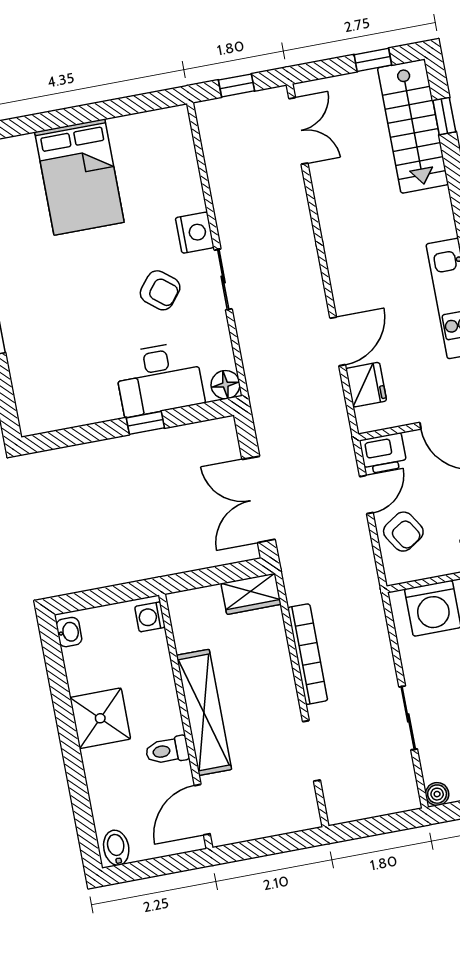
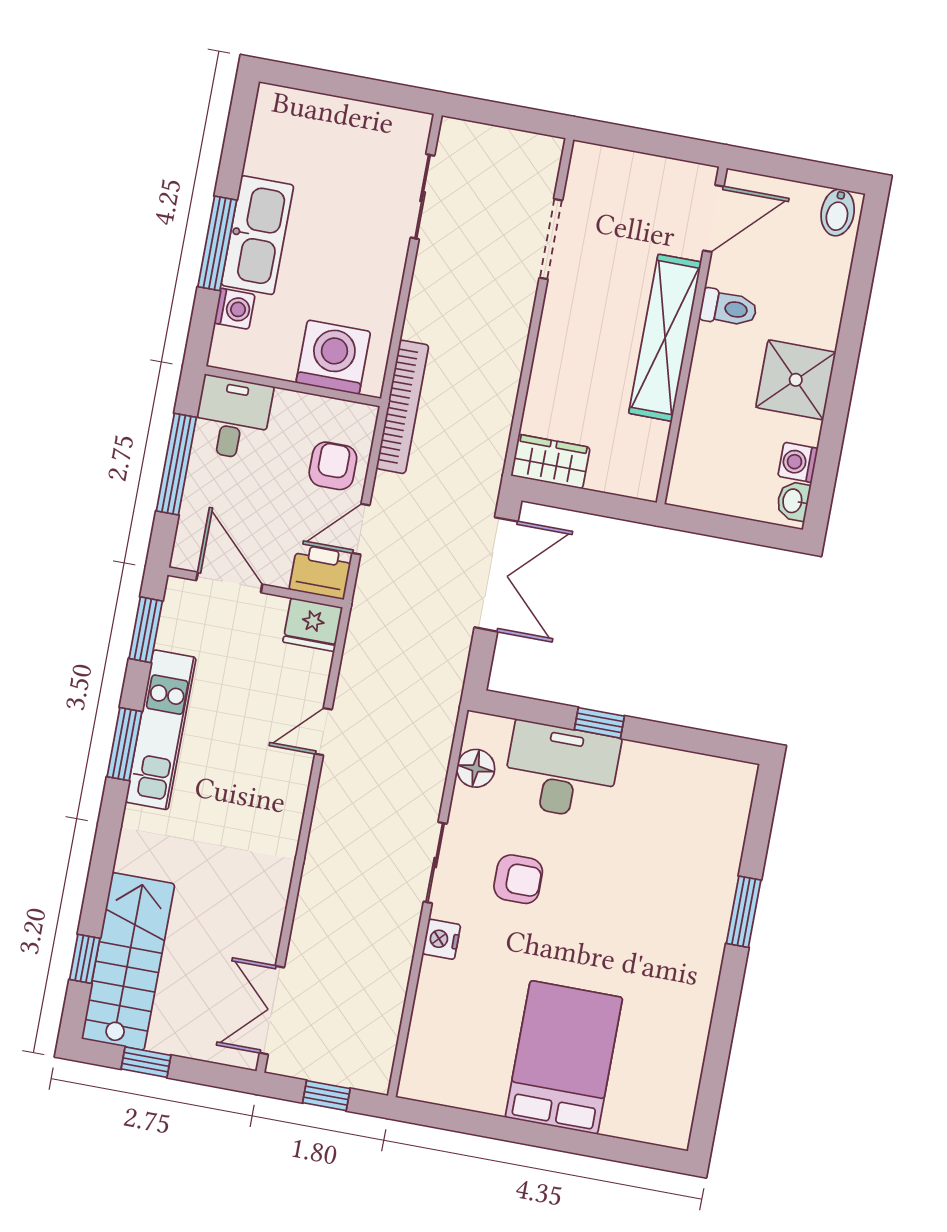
nightstand: (195, 233) -> (441, 939), width x0.74, depth x0.75
armchair: (160, 290) -> (518, 879), turned 141
door: (338, 341) -> (323, 732), width x0.73
floor lamp: (225, 385) -> (476, 768), moved
fridge: (366, 385) -> (313, 625), moved, turned -90
armchair: (403, 532) -> (333, 466), turned 33
washing machine: (150, 617) -> (798, 462), moved, turned 180
bookcase: (308, 654) -> (402, 407), moved, turned 180
sliding door: (408, 718) -> (423, 197), moved
boiler: (437, 794) -> (416, 126), removed

